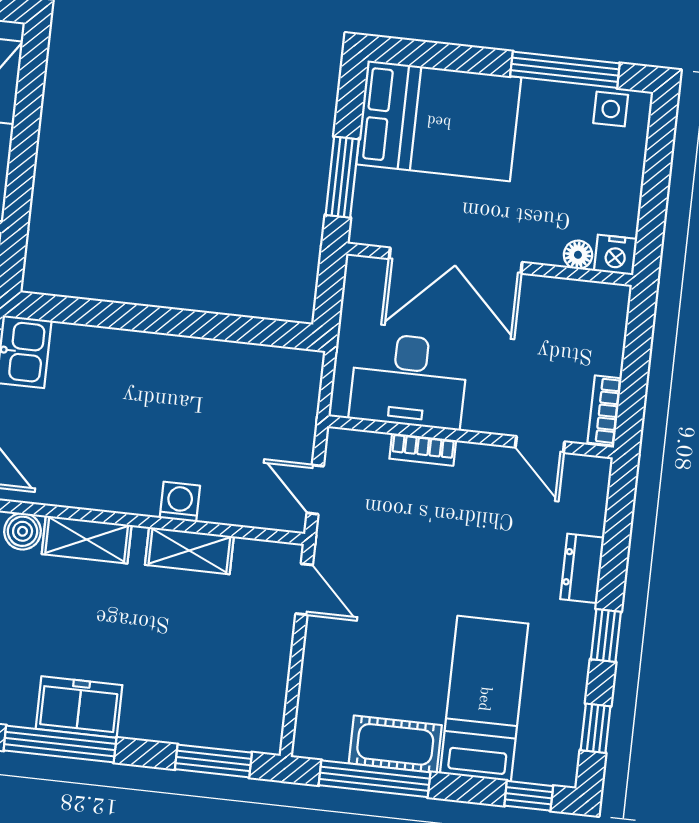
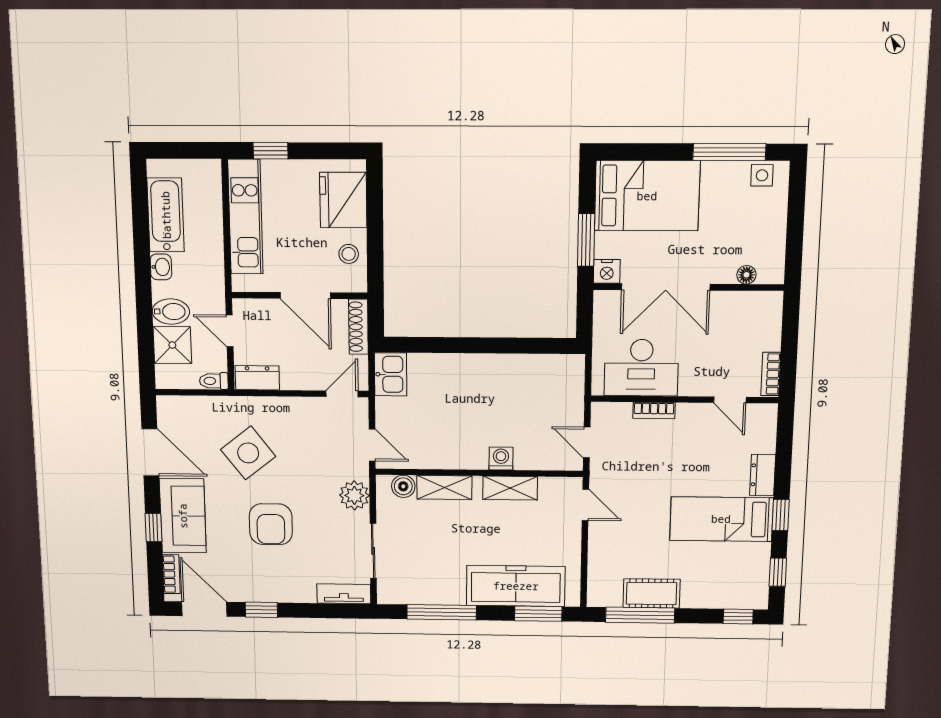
nightstand: (615, 255) -> (607, 271), moved
bed: (484, 699) -> (721, 519), moved, turned -90
freezer: (79, 707) -> (516, 586), moved, width x1.91, depth x1.26

